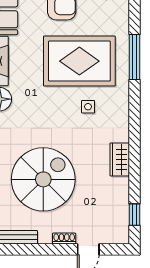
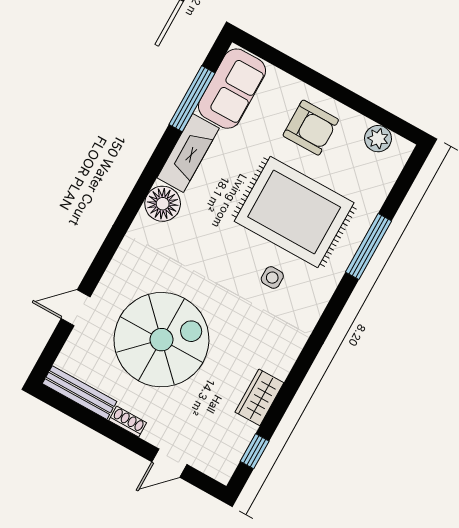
wardrobe: (120, 159) -> (259, 397), moved
shoe rack: (64, 239) -> (128, 422), moved

